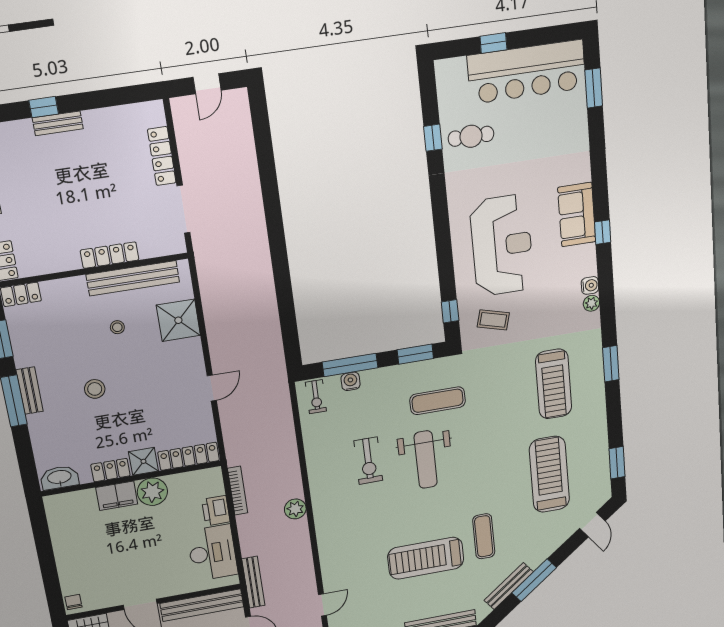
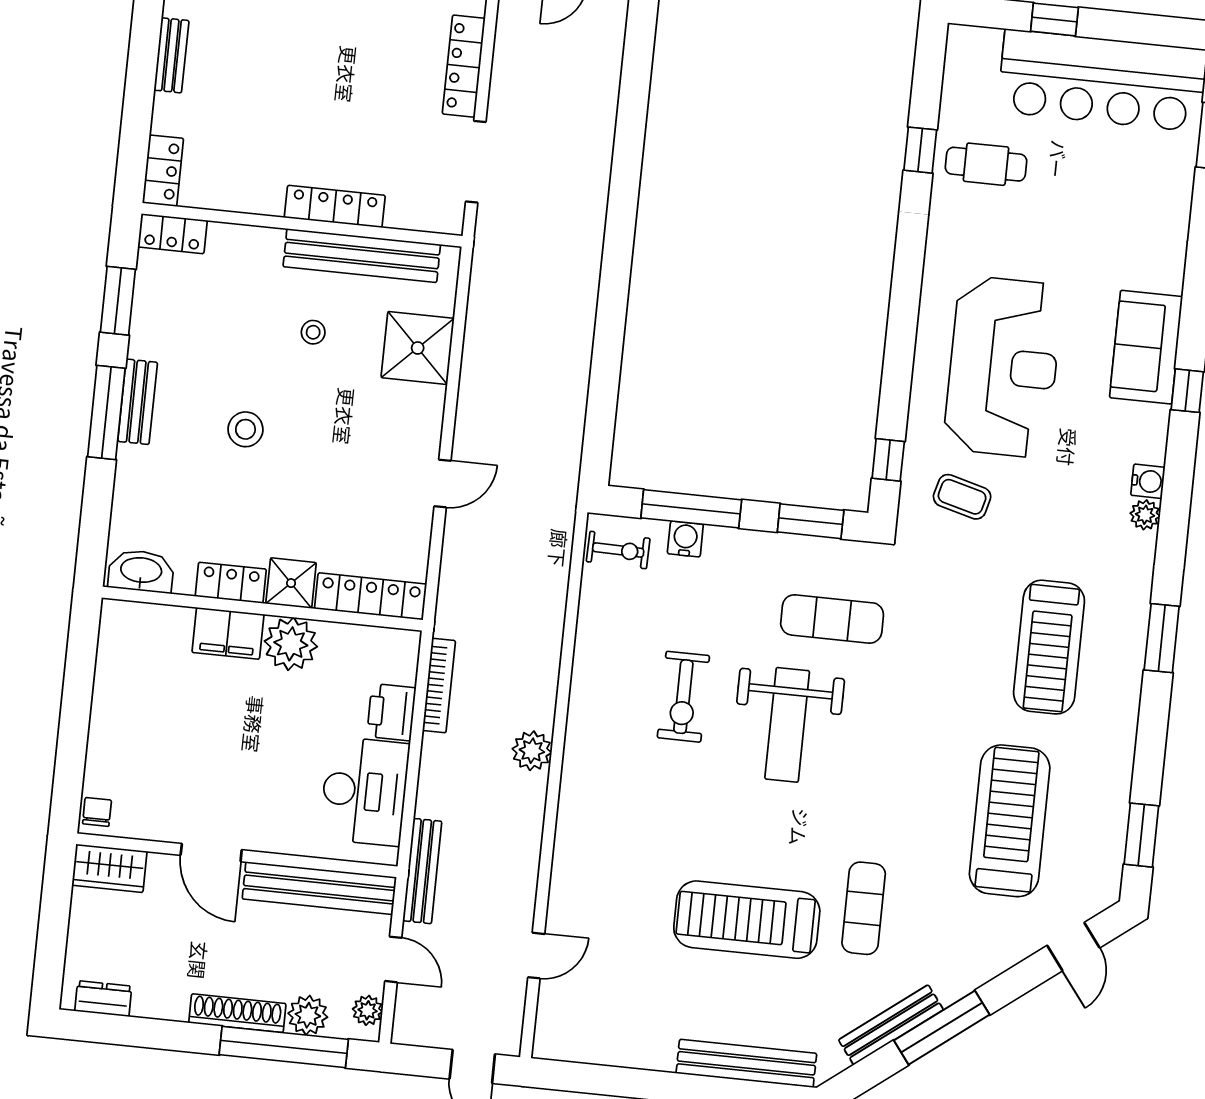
exercise bike: (316, 397) -> (618, 550), turned -89

